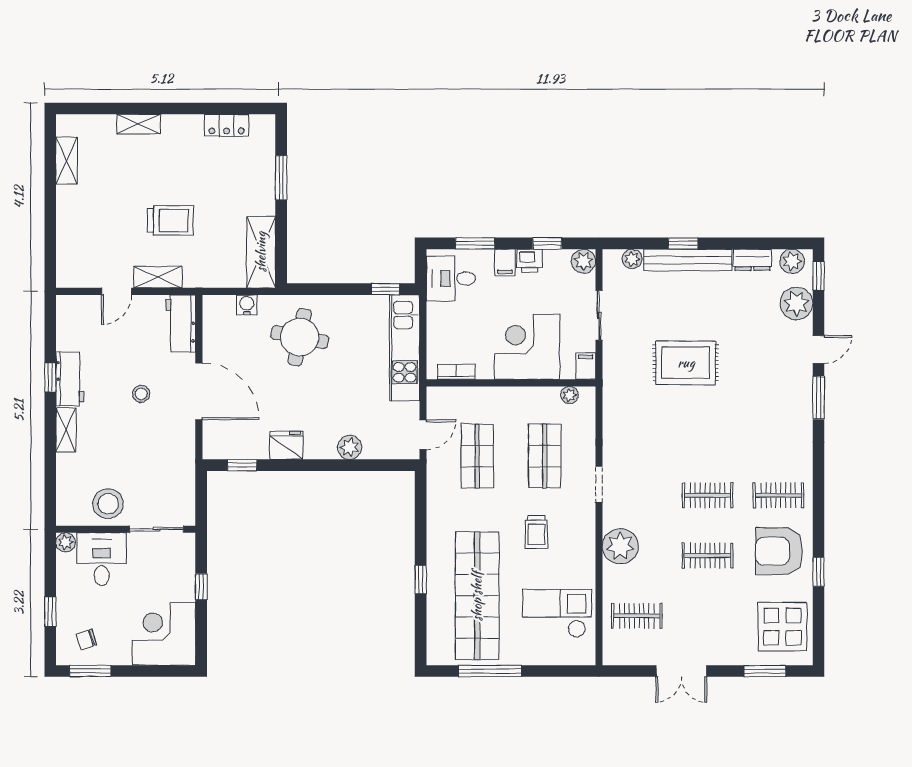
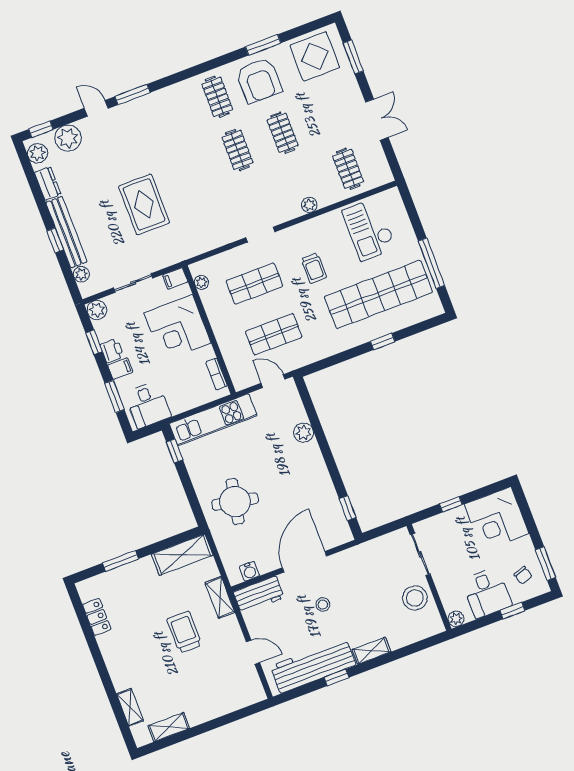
shelving: (139, 124) -> (130, 707), moved
shelving: (158, 277) -> (220, 597), moved
water cooler: (247, 305) -> (249, 571), moved, turned -90
workbench: (70, 379) -> (313, 666), width x1.88, depth x1.32
fridge: (286, 445) -> (320, 481), removed
trolley: (536, 532) -> (314, 268), turned 90
plant: (620, 546) -> (309, 205), width x0.53, depth x0.53
desk: (102, 559) -> (487, 593), moved, turned -90
window: (819, 572) -> (263, 45), width x1.50

